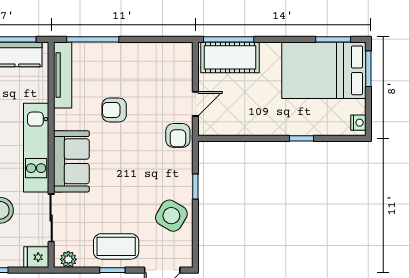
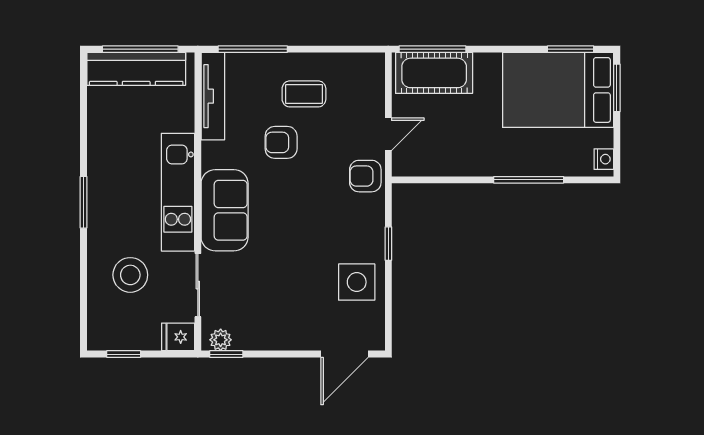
armchair: (178, 135) -> (365, 176), turned 90
window: (301, 138) -> (529, 180), width x2.17
side table: (171, 216) -> (357, 282), turned -31
coffee table: (116, 246) -> (304, 94), moved, width x0.73, depth x0.77
window: (112, 270) -> (226, 354), moved

